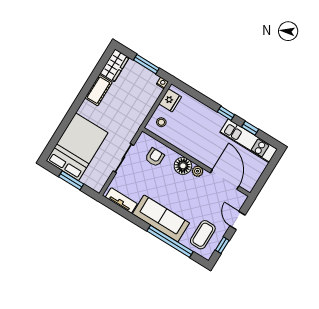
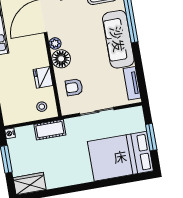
cot: (98, 90) -> (50, 130), moved
fridge: (170, 100) -> (43, 77), moved, turned -90

